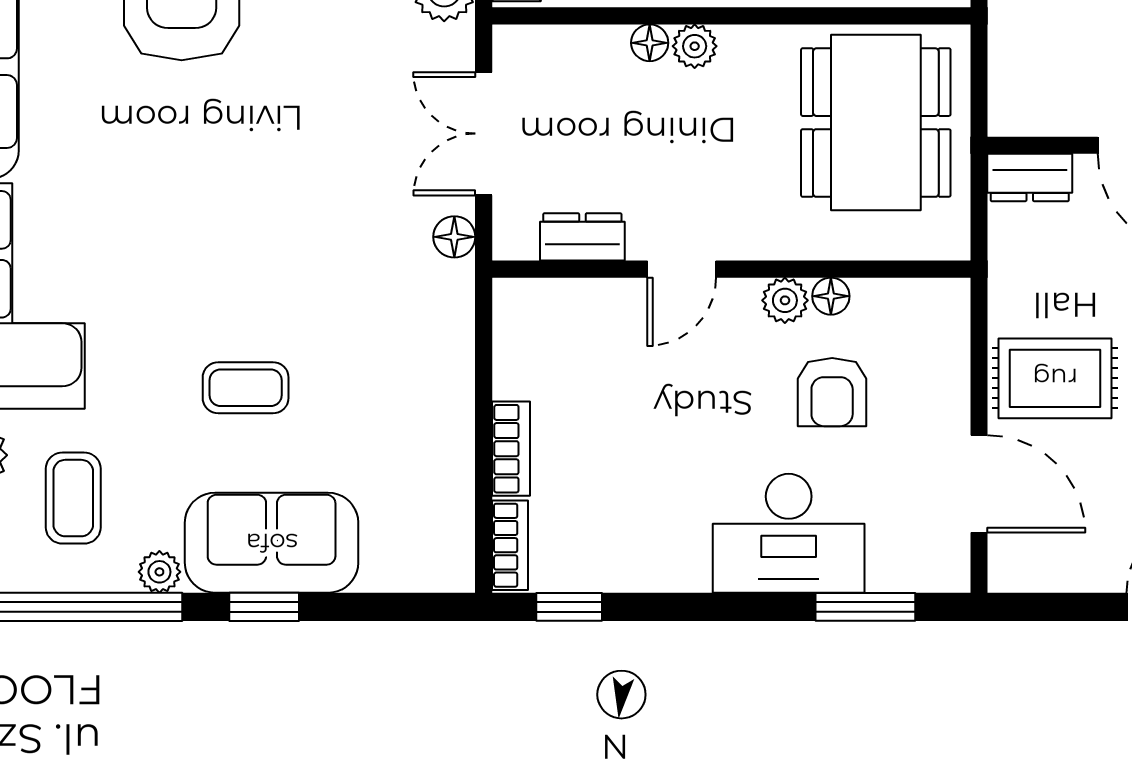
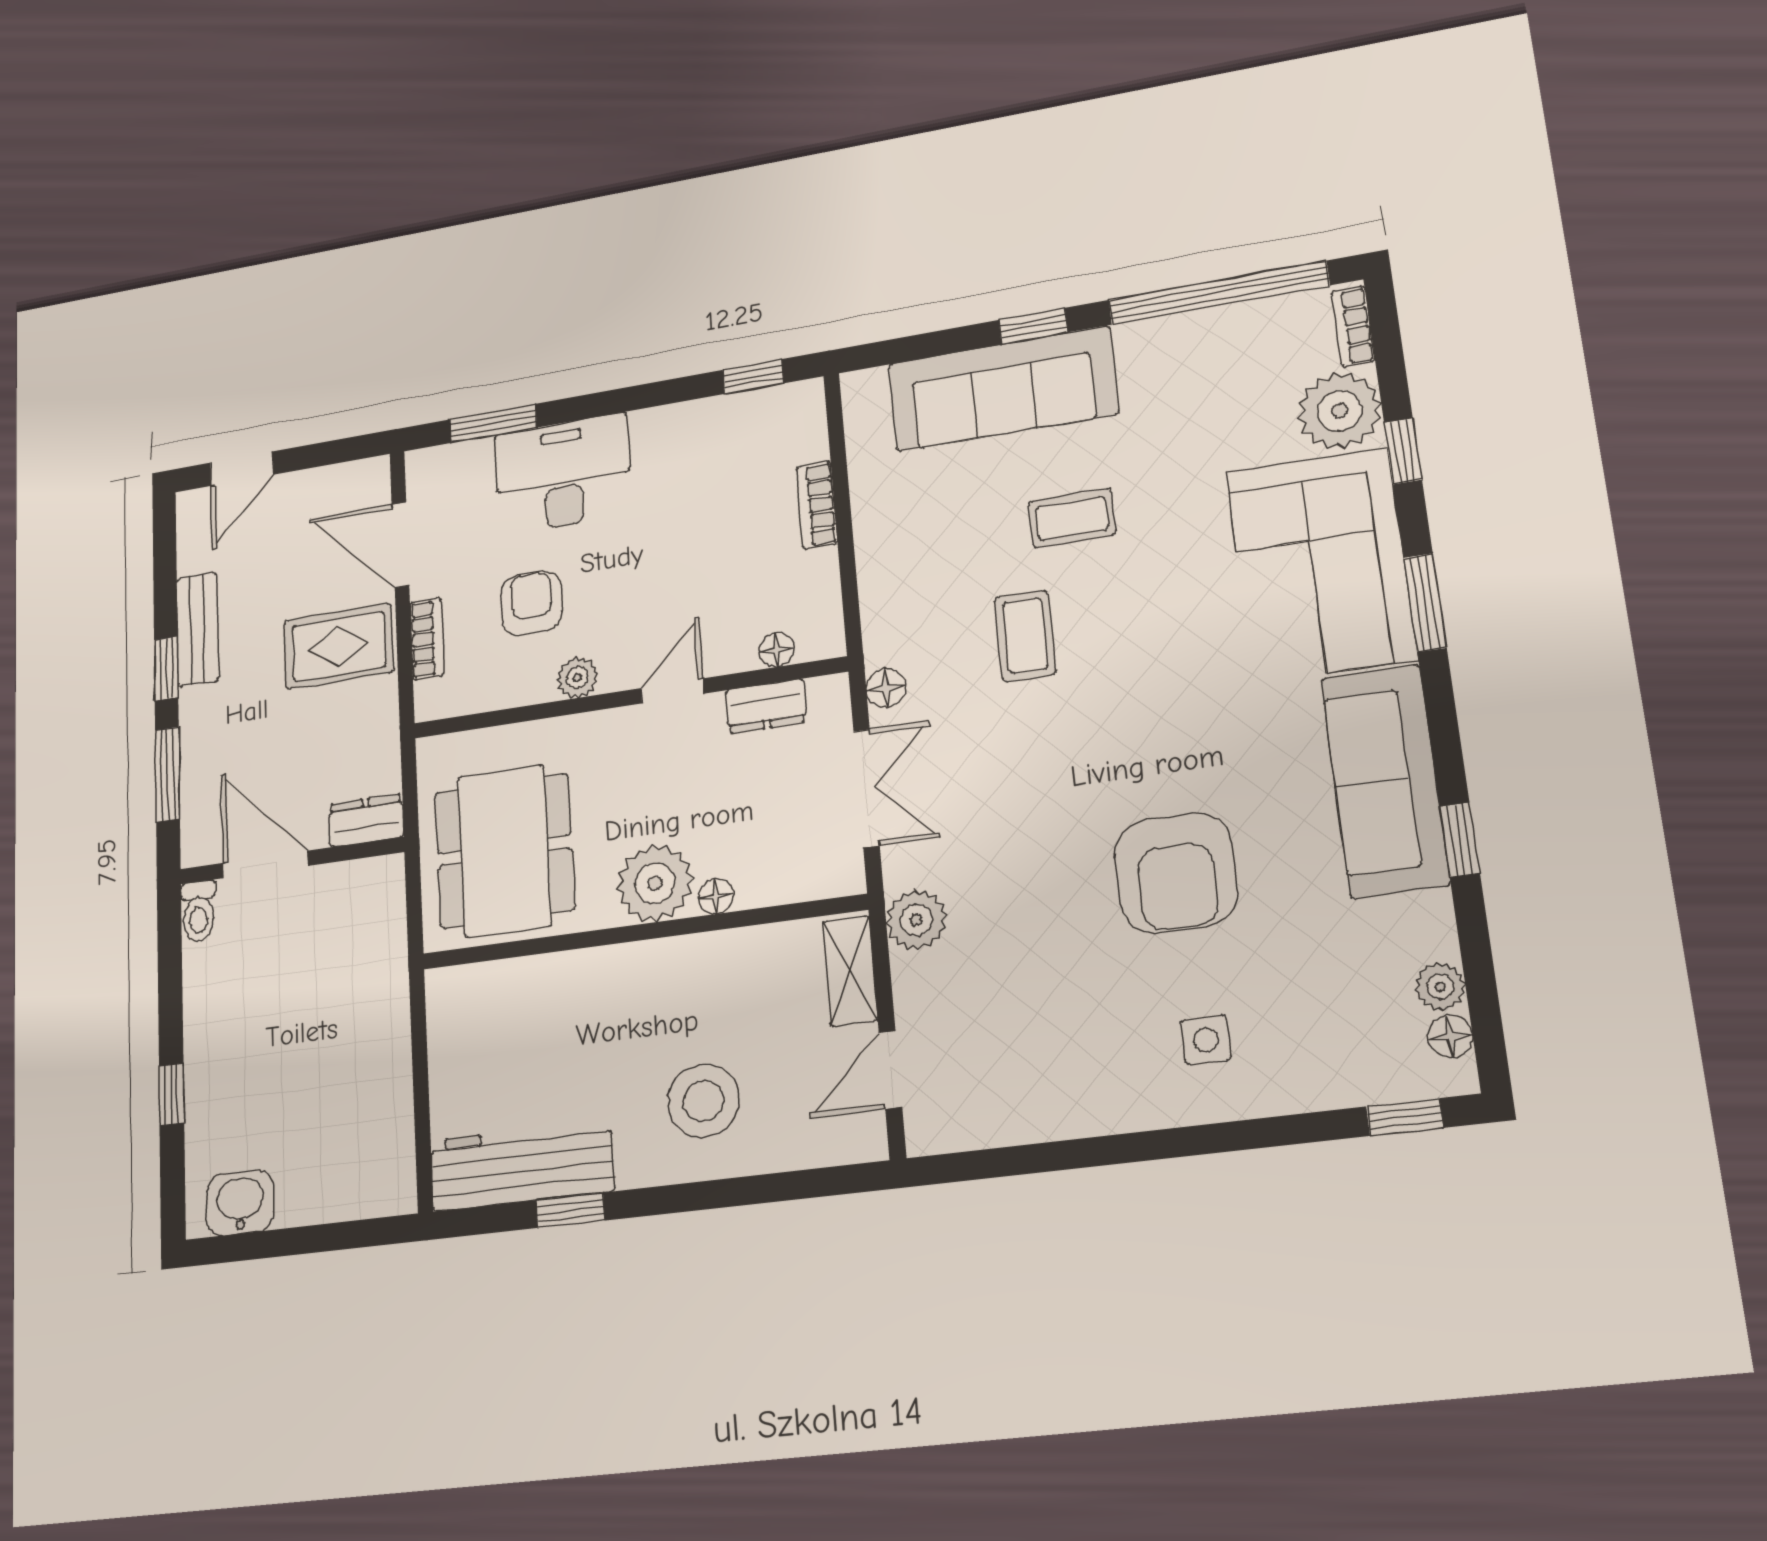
plant: (695, 46) -> (655, 883), width x1.88, depth x1.88
floor lamp: (831, 296) -> (777, 650), moved
coffee table: (73, 498) -> (1025, 636), moved
sofa: (272, 543) -> (1003, 389), width x1.36
bookcase: (510, 545) -> (427, 639), moved, turned 180
plant: (159, 572) -> (1136, 339), removed

